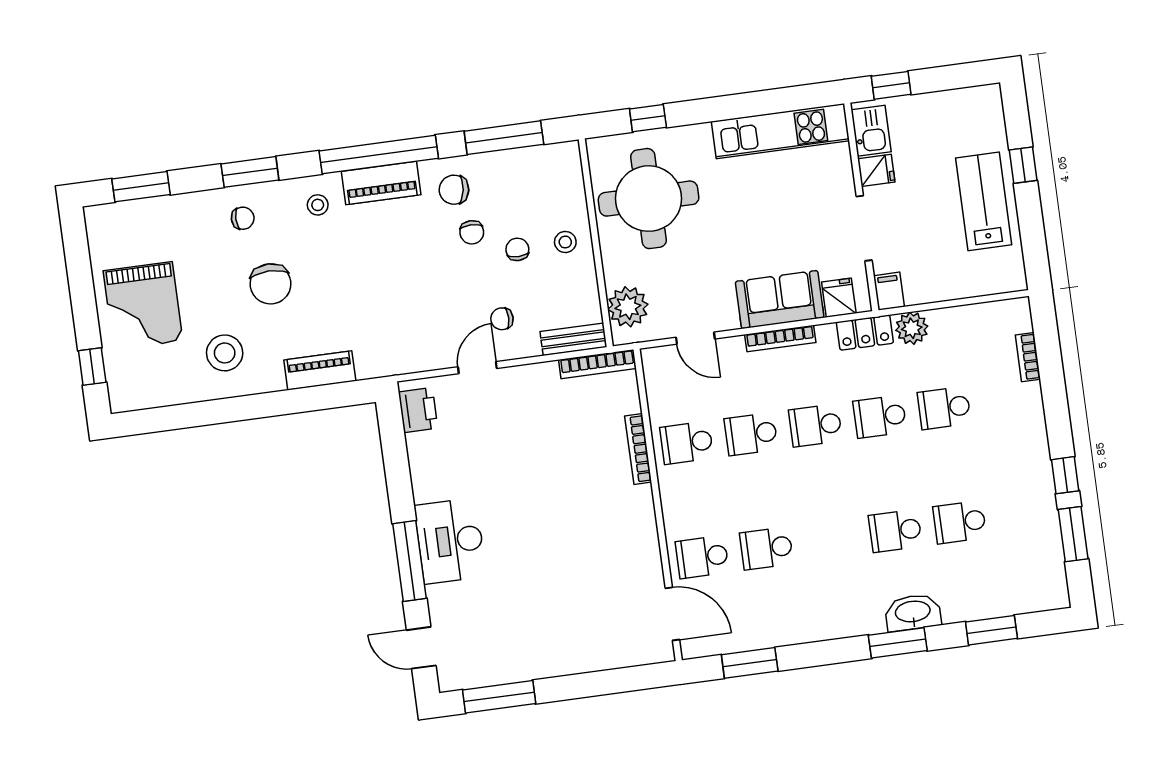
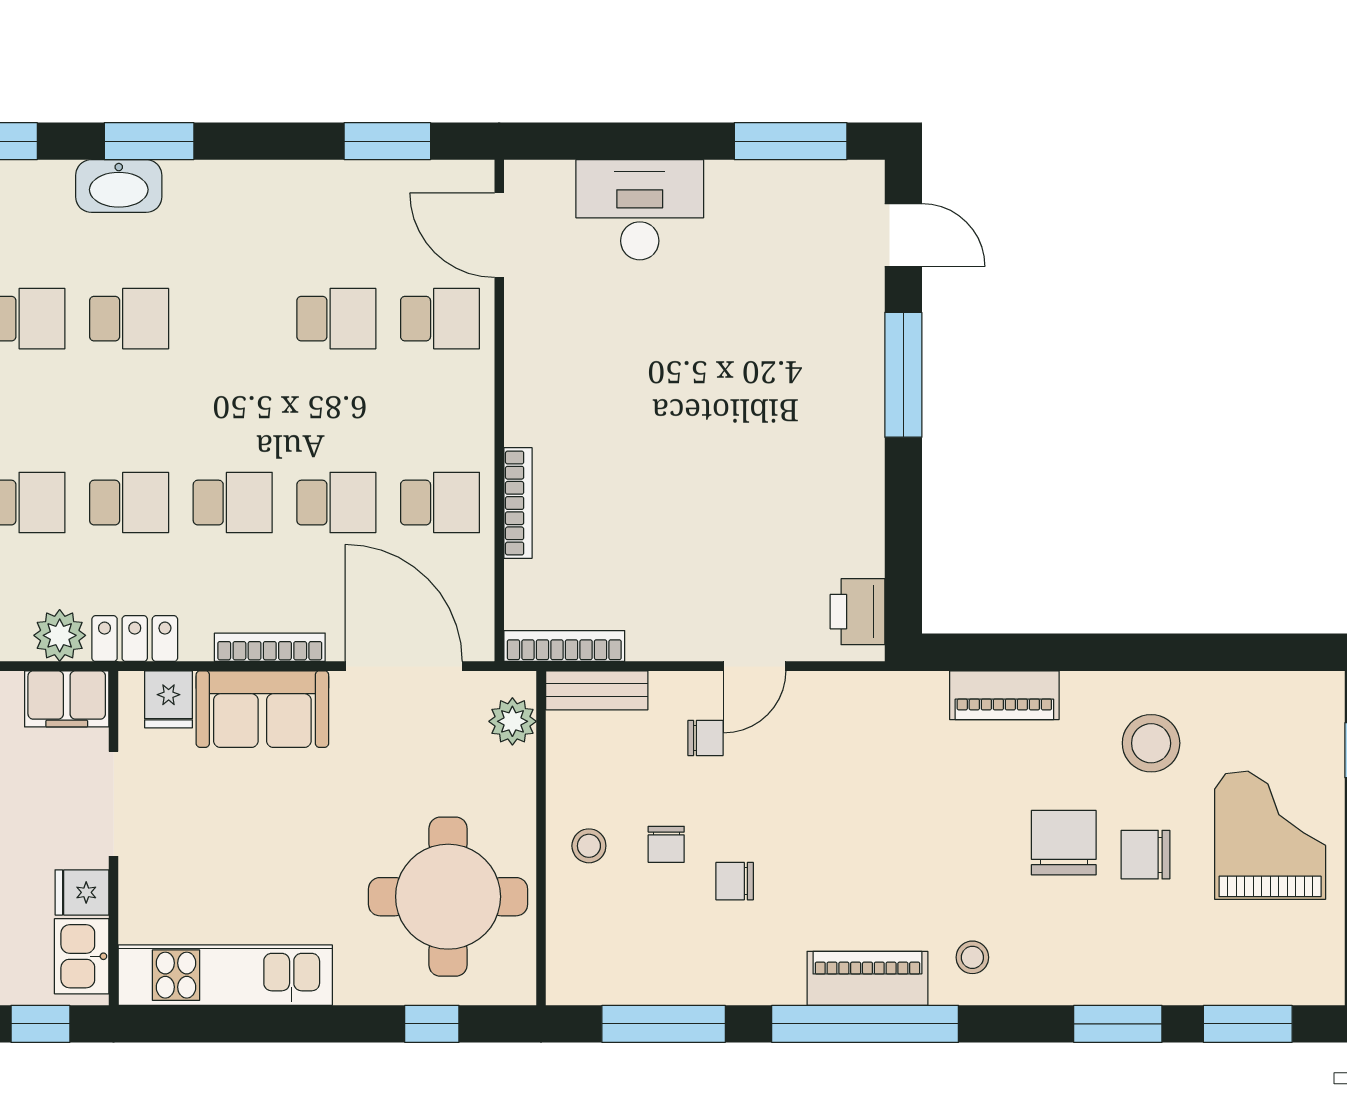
window: (250, 172) -> (1118, 1024), moved
chair: (454, 190) -> (754, 952), removed
chair: (243, 218) -> (1146, 855), moved, width x1.37, depth x1.37
chair: (472, 232) -> (735, 881), turned -90
filing cabinet: (889, 291) -> (67, 699), width x2.00
plant: (628, 307) -> (512, 721), width x0.73, depth x0.73
door: (695, 338) -> (404, 666), width x1.88
desk: (450, 541) -> (640, 210), moved, turned -90

